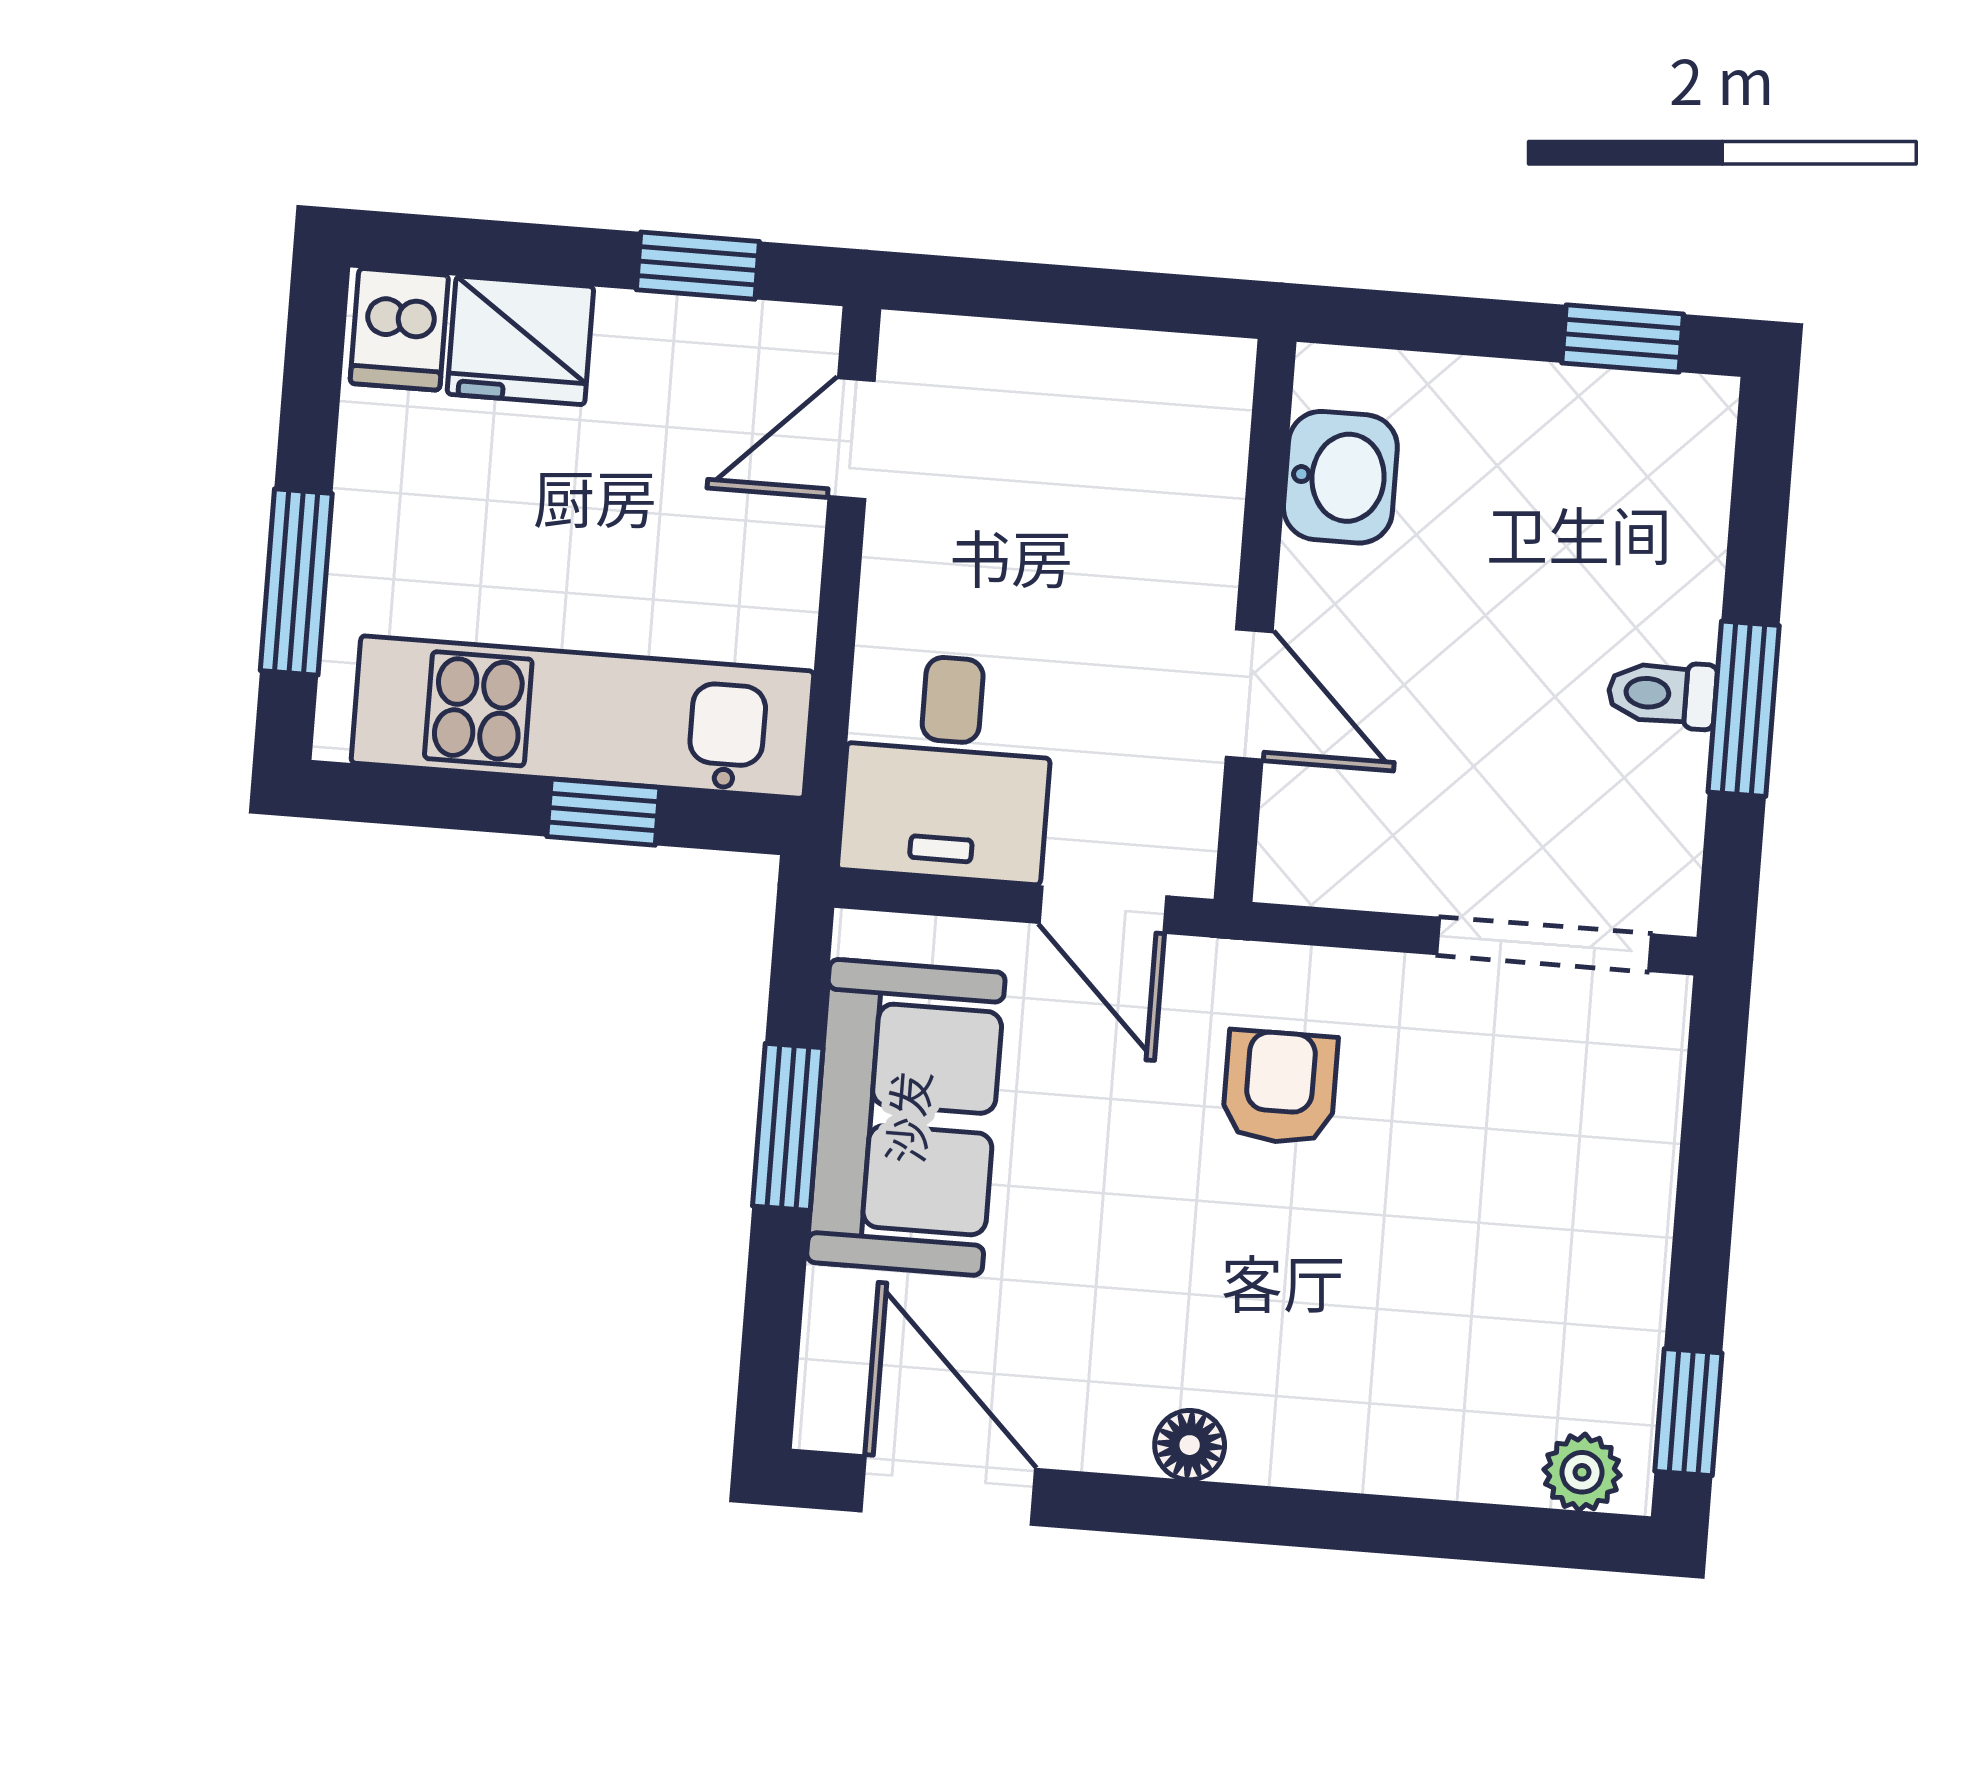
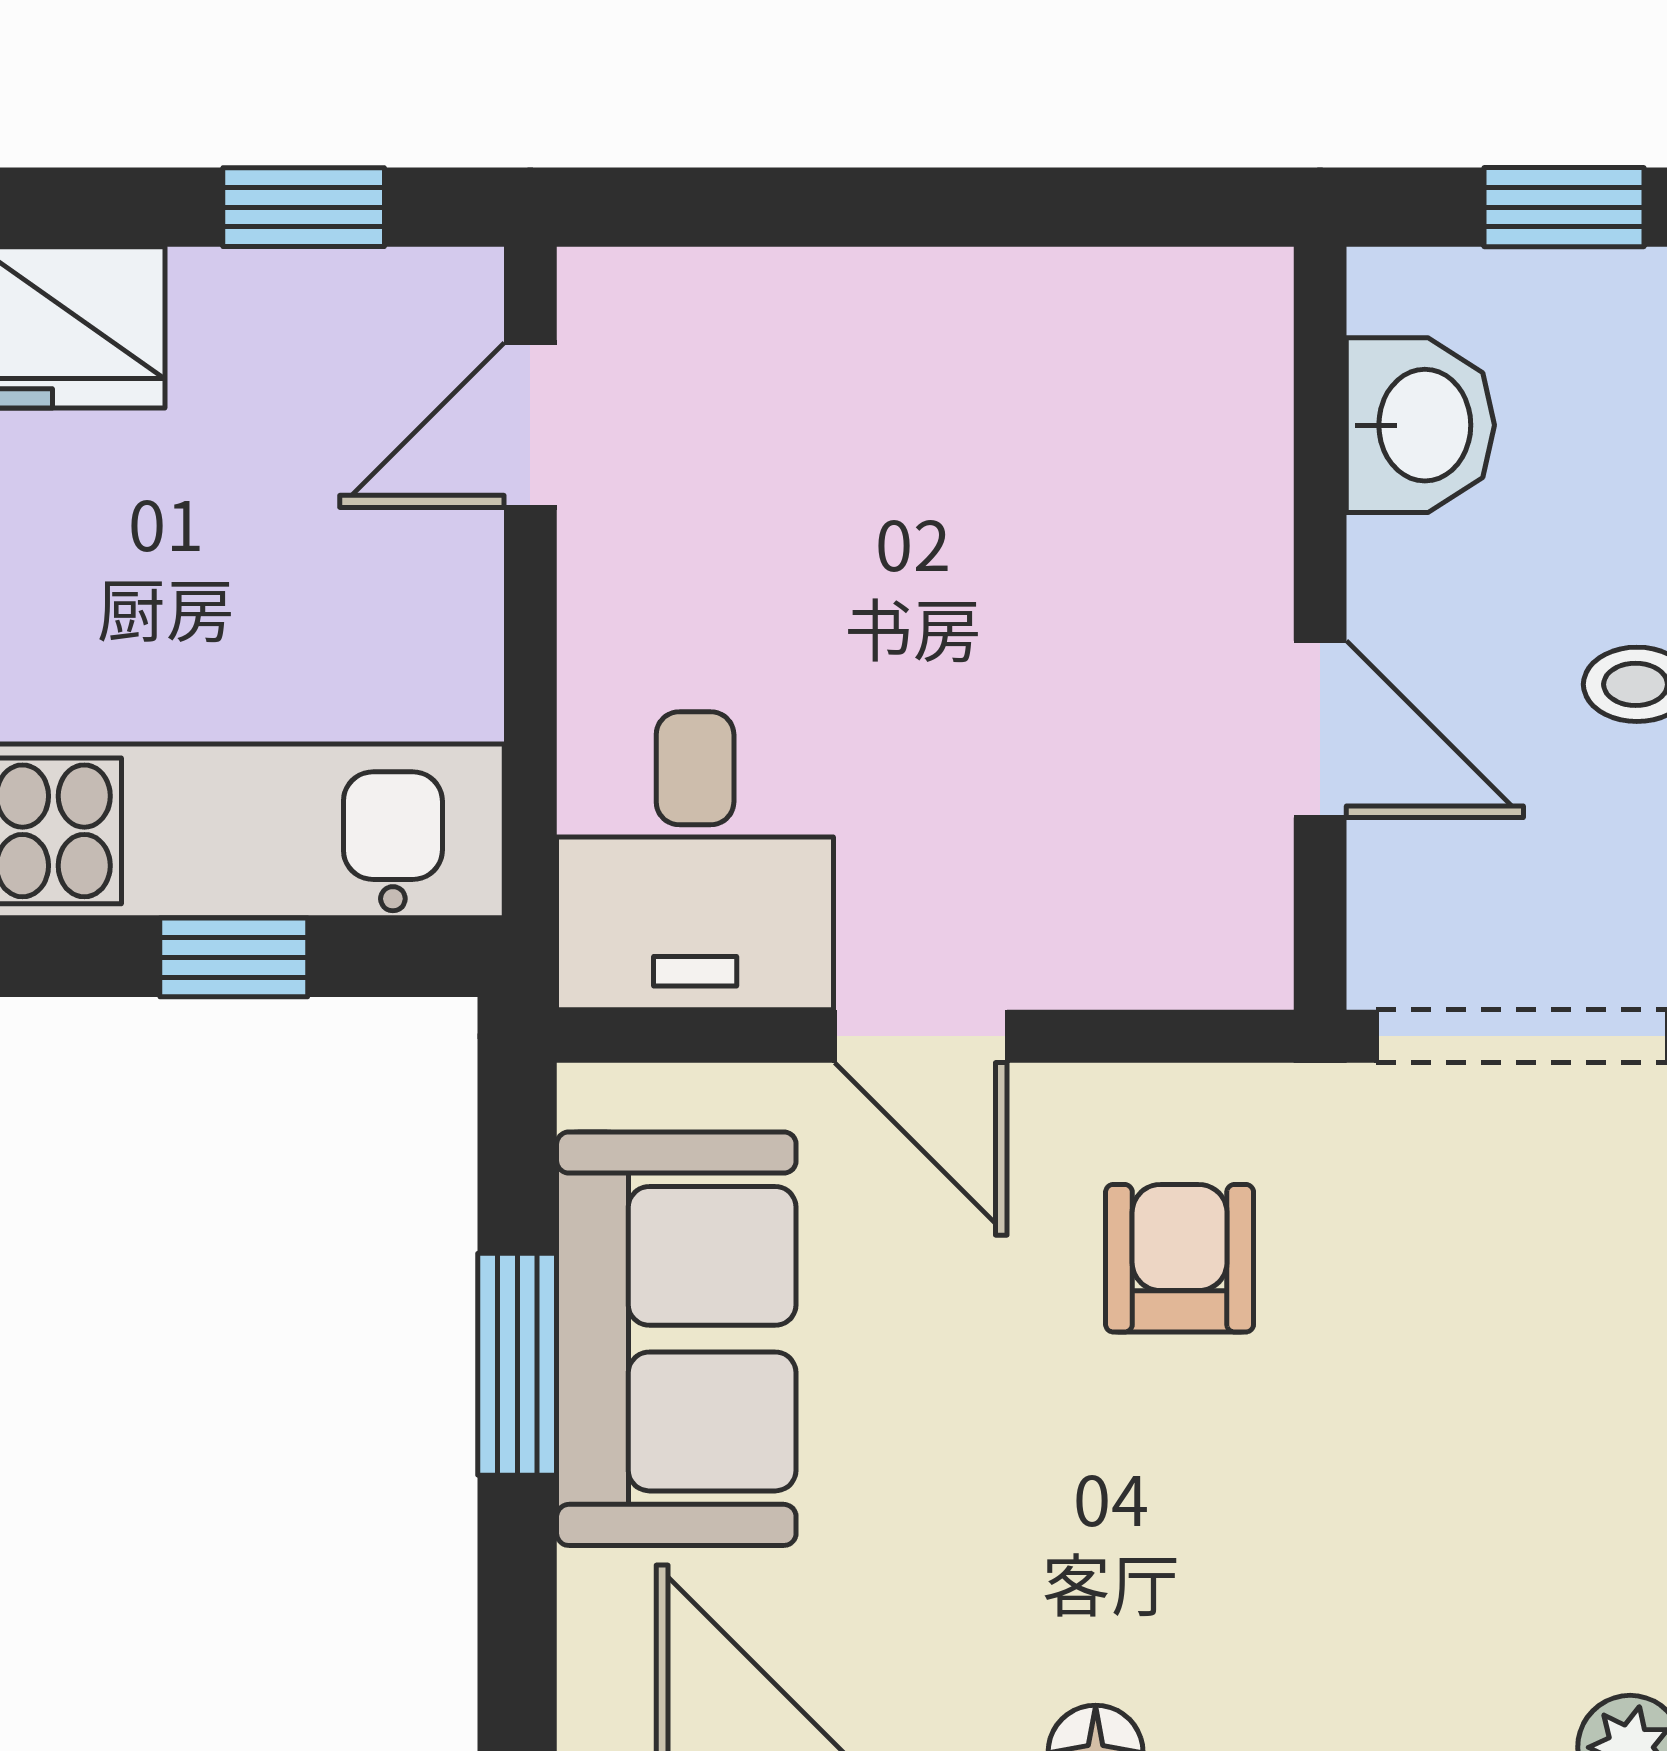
washbasin: (1340, 477) -> (1420, 425), moved
wall: (1255, 620) -> (1320, 628), moved
door: (1249, 694) -> (1320, 729), moved

